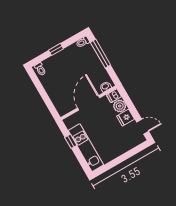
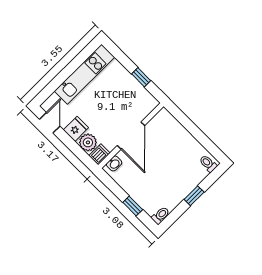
window: (100, 54) -> (133, 206), width x0.46
door: (143, 127) -> (50, 123), swing flipped
kitchen unit: (86, 148) -> (84, 74), moved, turned -90

